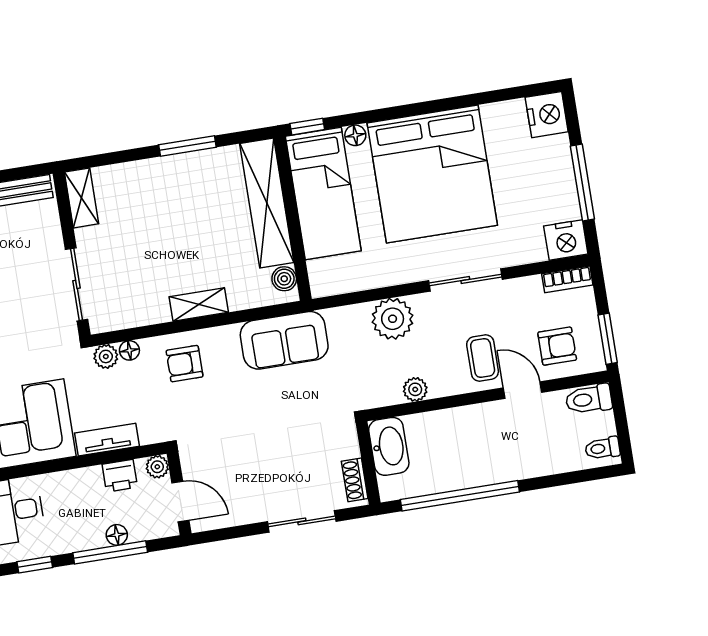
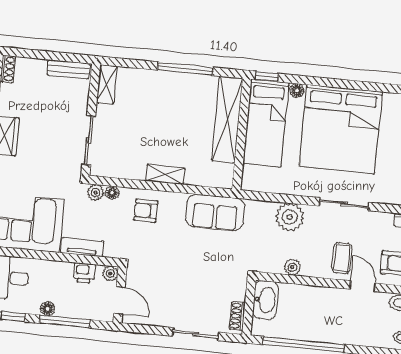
window: (187, 146) -> (185, 69), width x1.44
boiler: (284, 279) -> (226, 172), removed
floor lamp: (117, 535) -> (48, 309), moved

